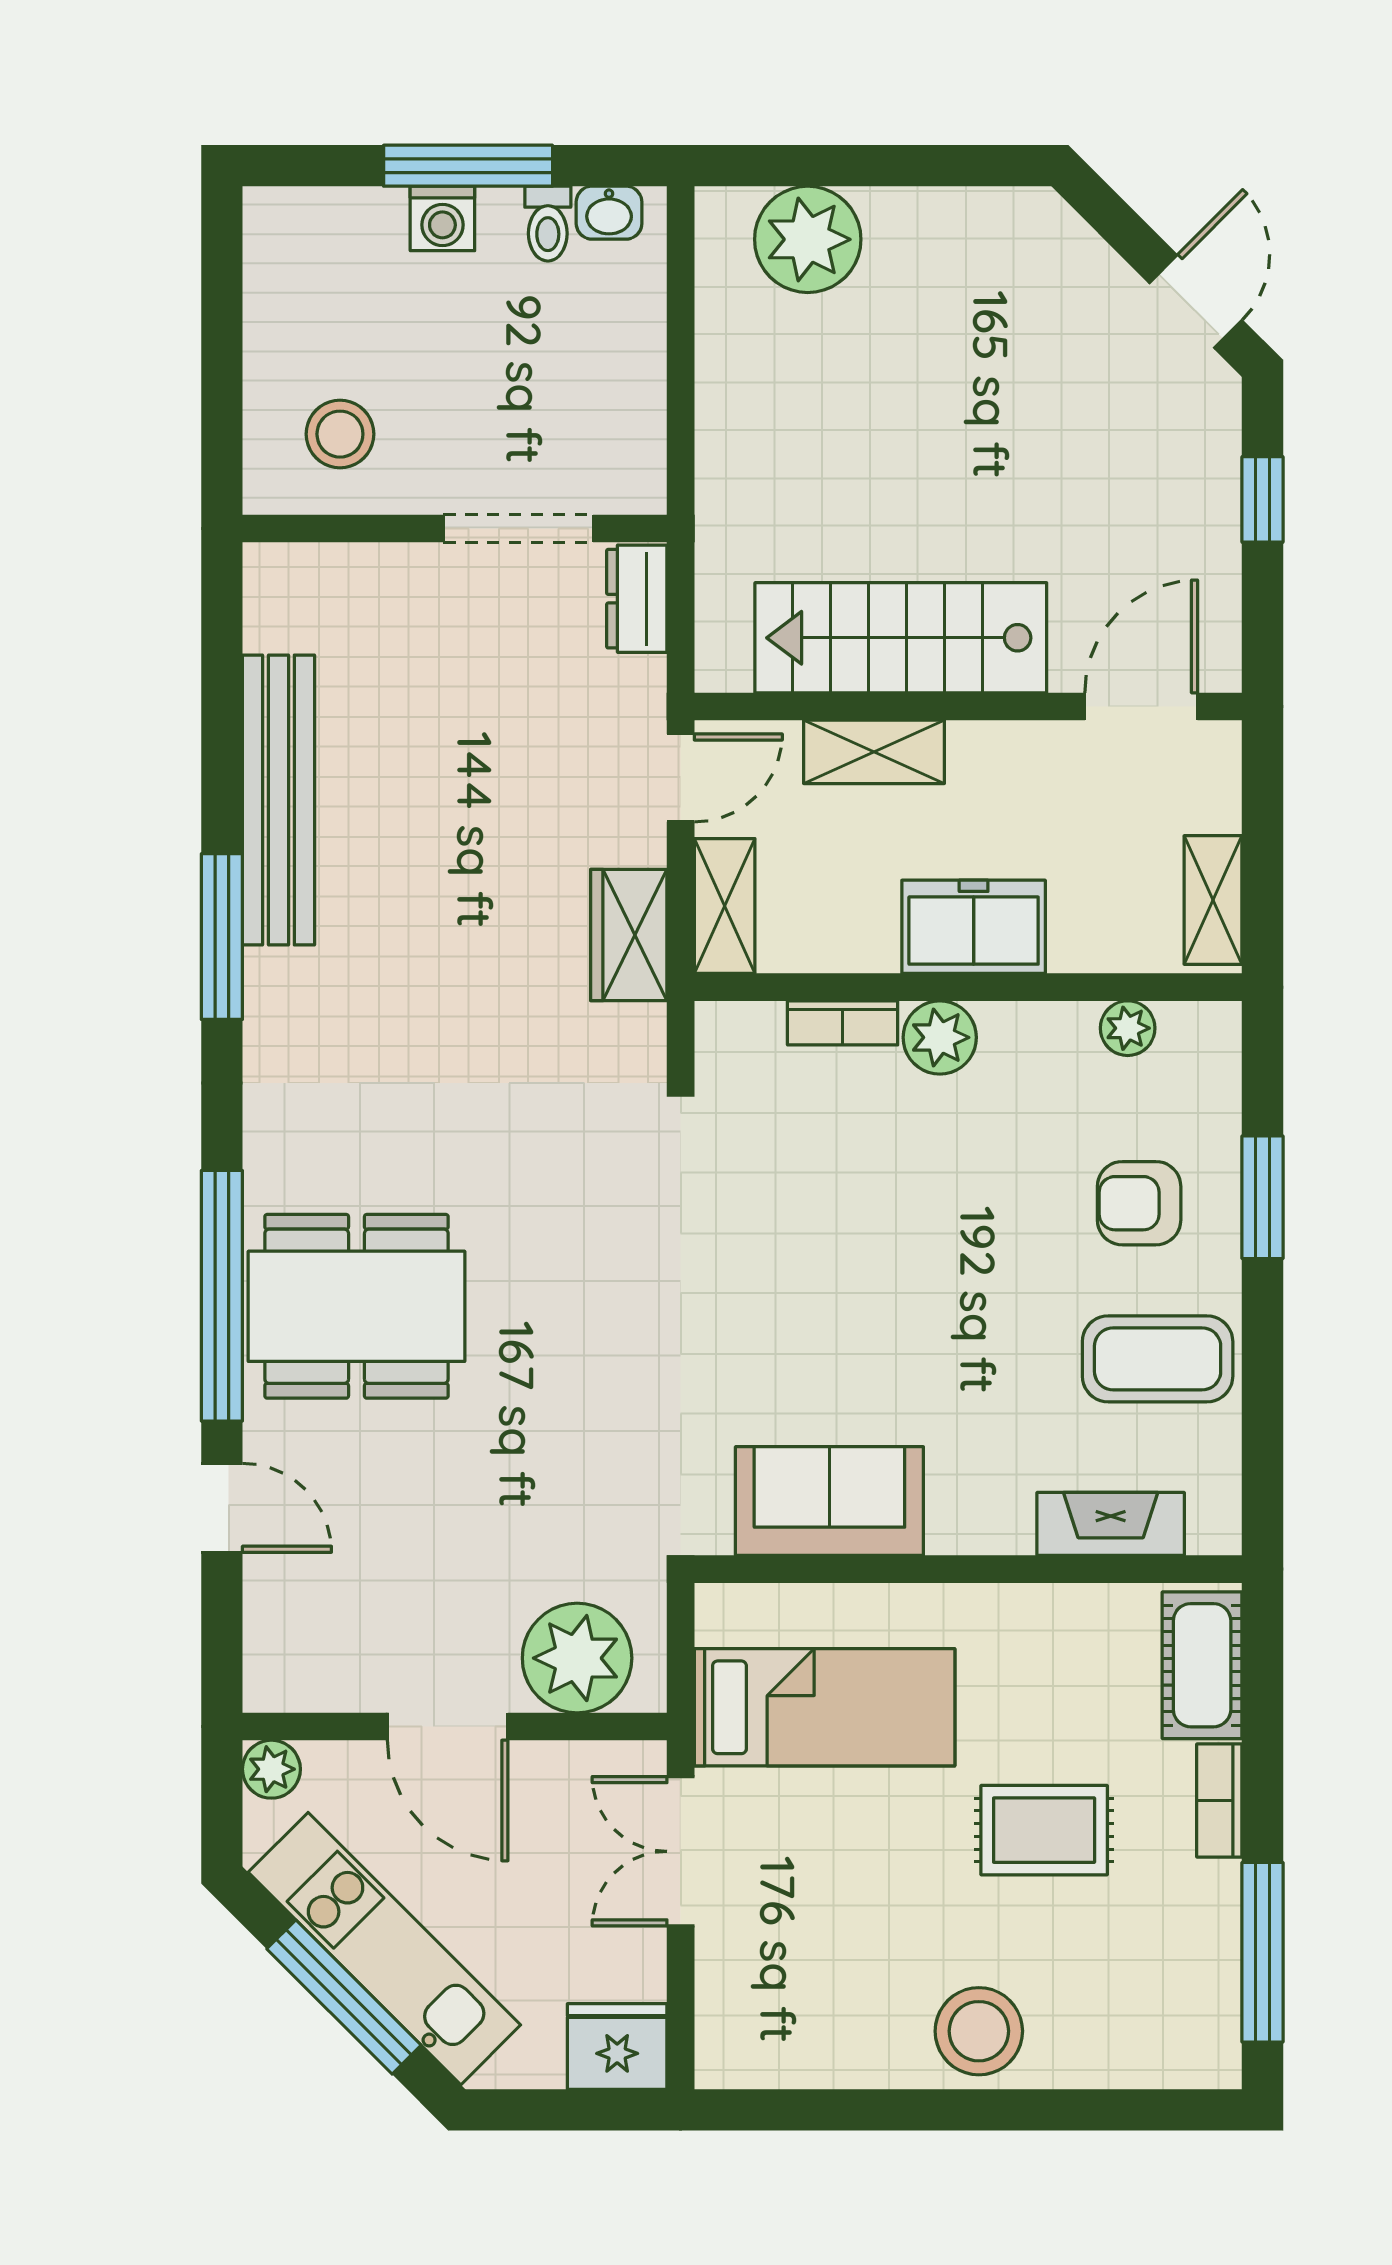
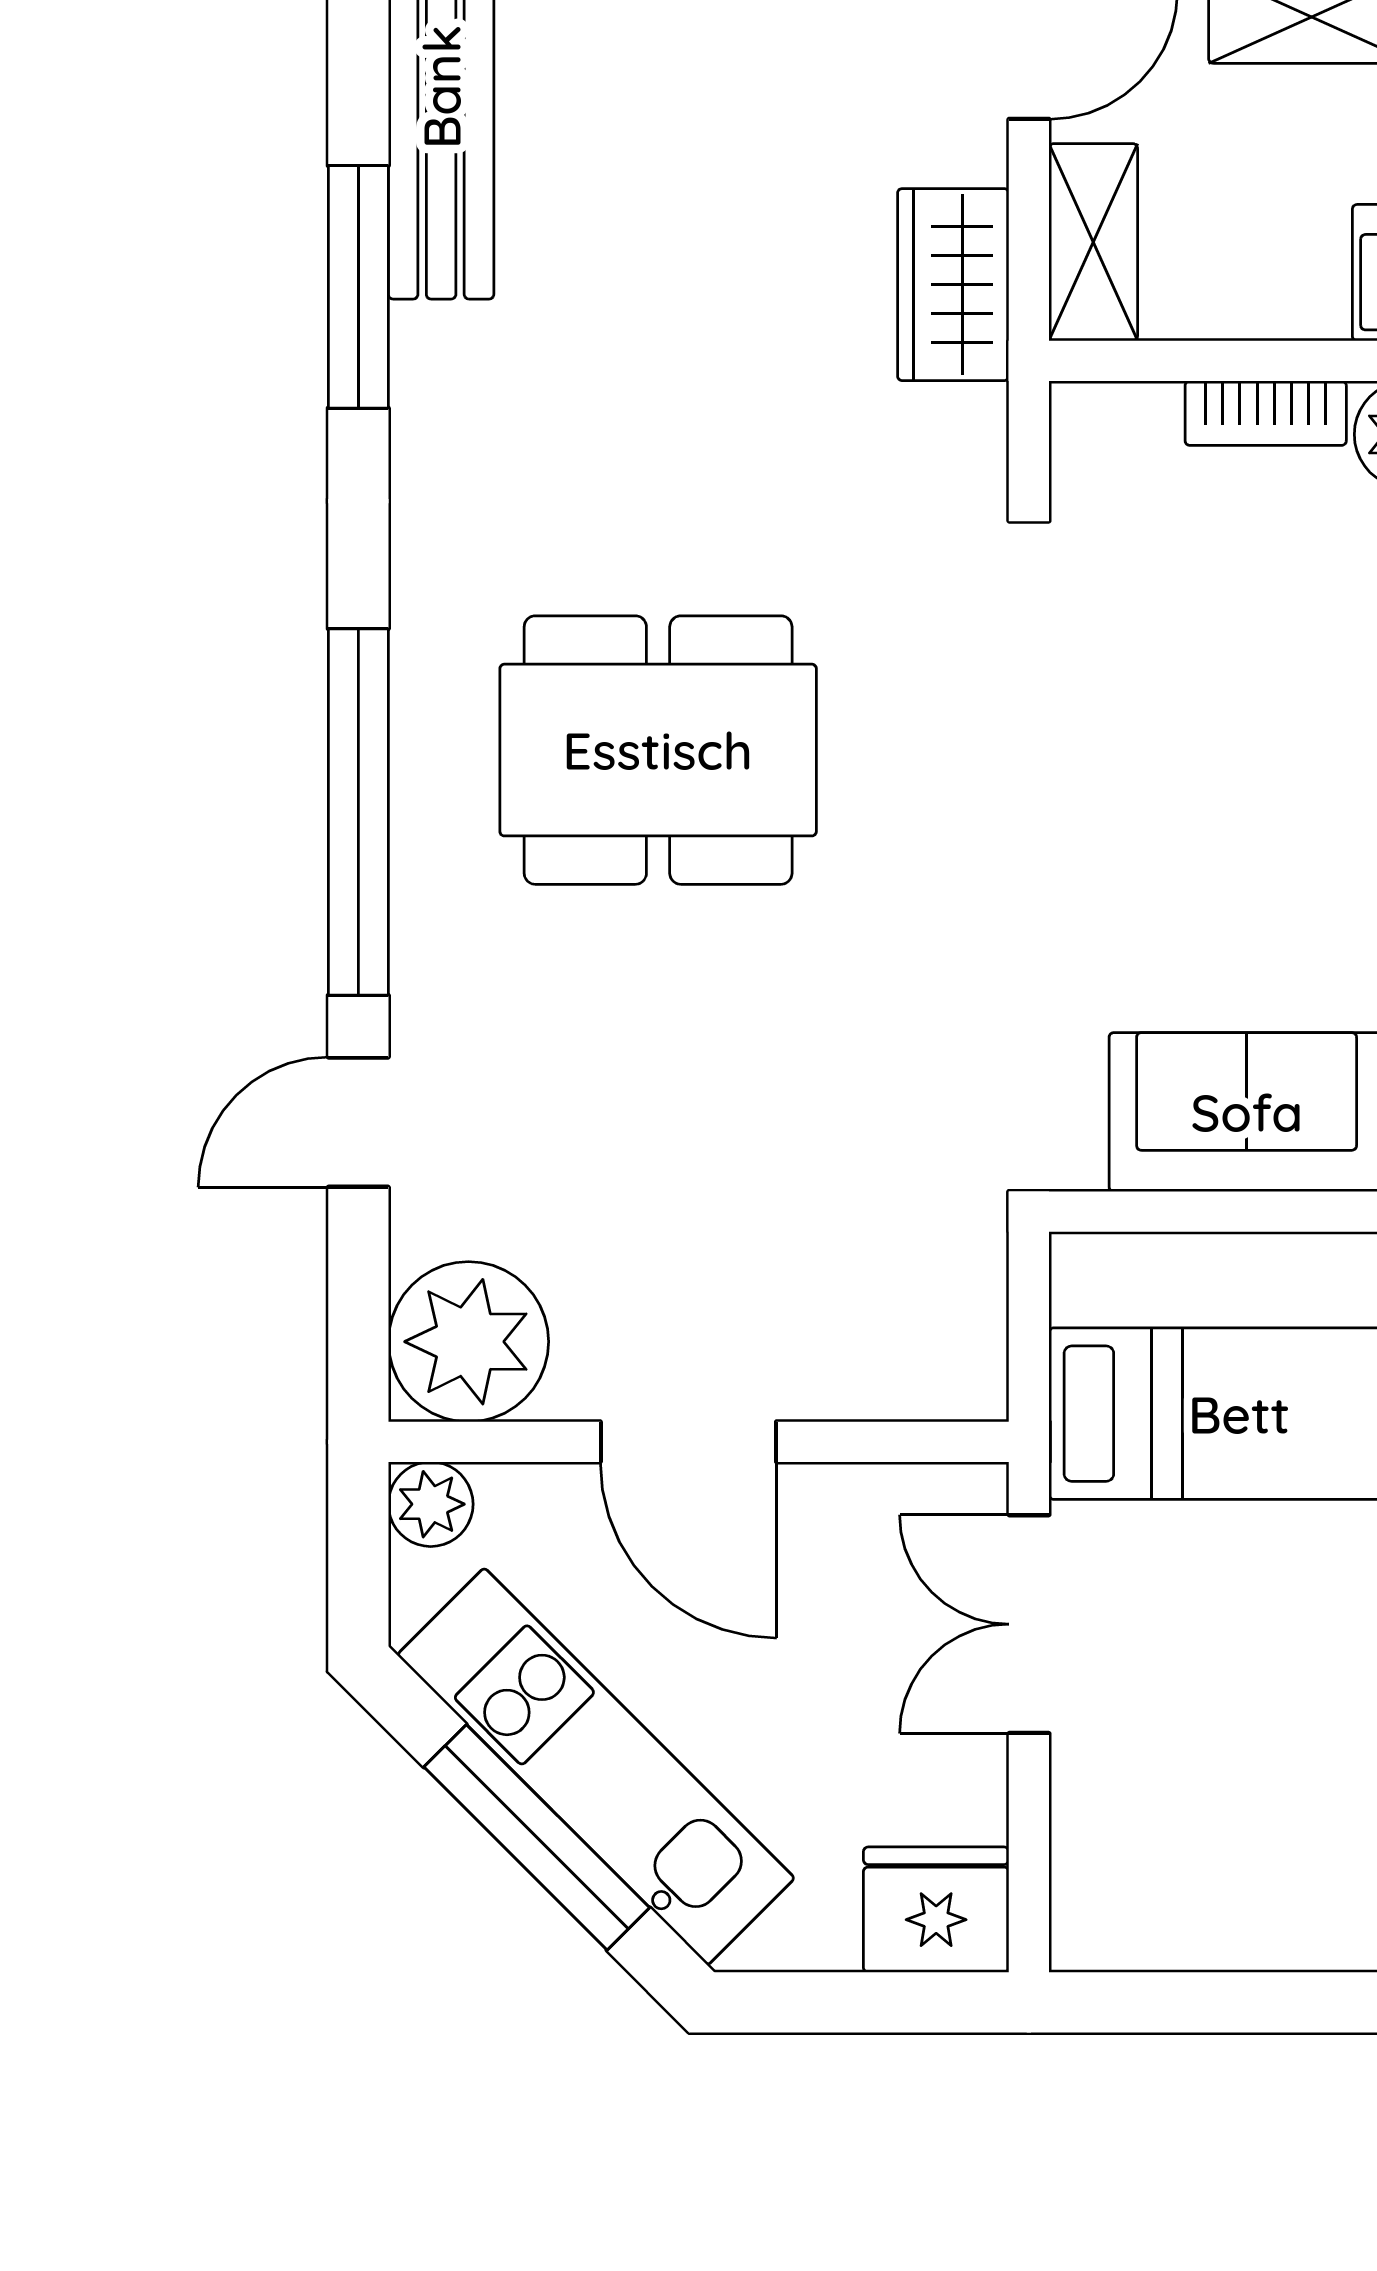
dining table: (356, 1306) -> (658, 750), moved
door: (222, 1508) -> (358, 1122), swing flipped
plant: (577, 1658) -> (468, 1342), moved

